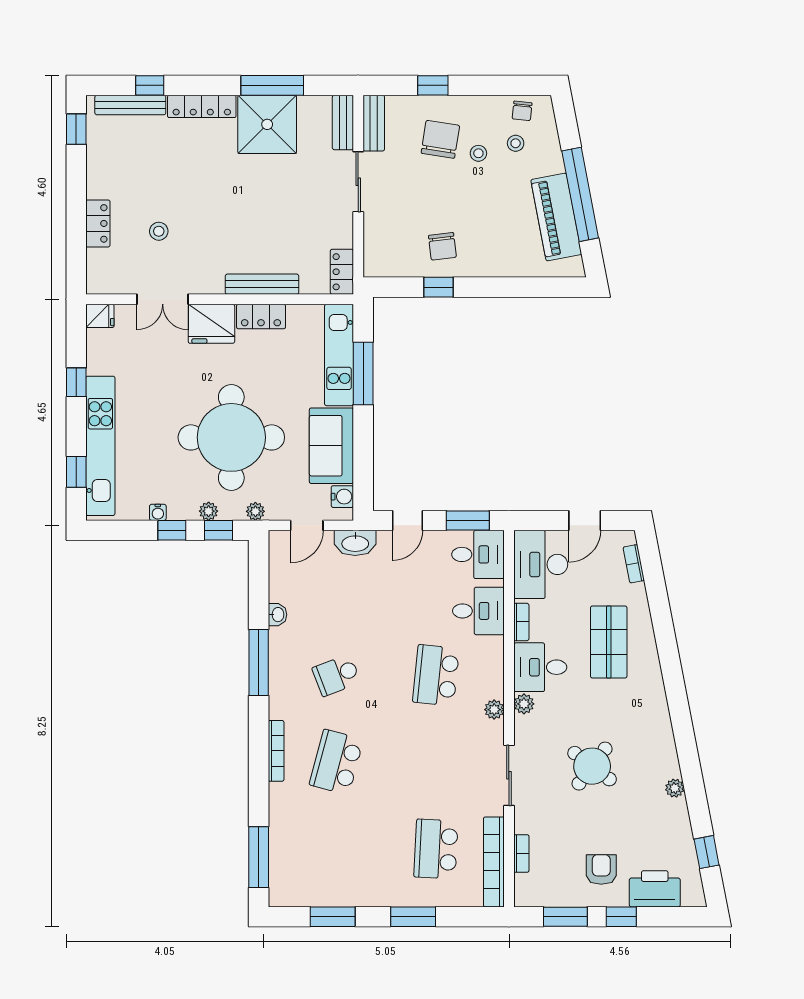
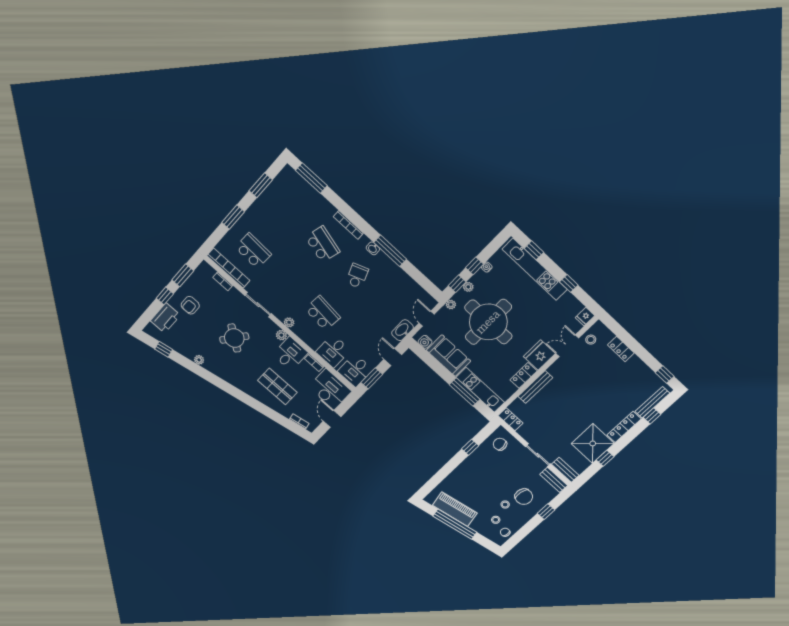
window: (272, 85) -> (605, 458), width x0.46
stool: (159, 231) -> (591, 340), moved
chair: (442, 246) -> (500, 444), moved
washbasin: (277, 615) -> (373, 248), moved
armchair: (601, 870) -> (190, 305), turned 90

